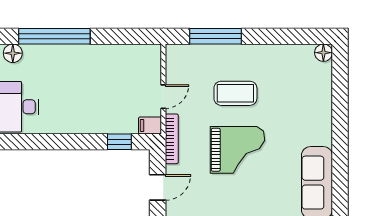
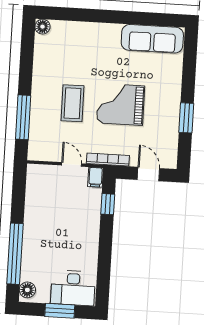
grand piano: (237, 150) -> (120, 104), turned -90

